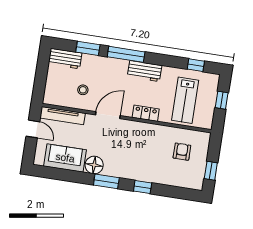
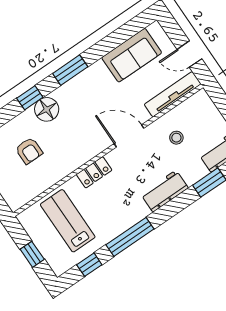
window: (126, 54) -> (130, 237), moved
workbench: (145, 71) -> (165, 191), moved
door: (108, 115) -> (129, 136), swing flipped
armchair: (182, 152) -> (29, 151), moved
floor lamp: (94, 165) -> (47, 109), moved

